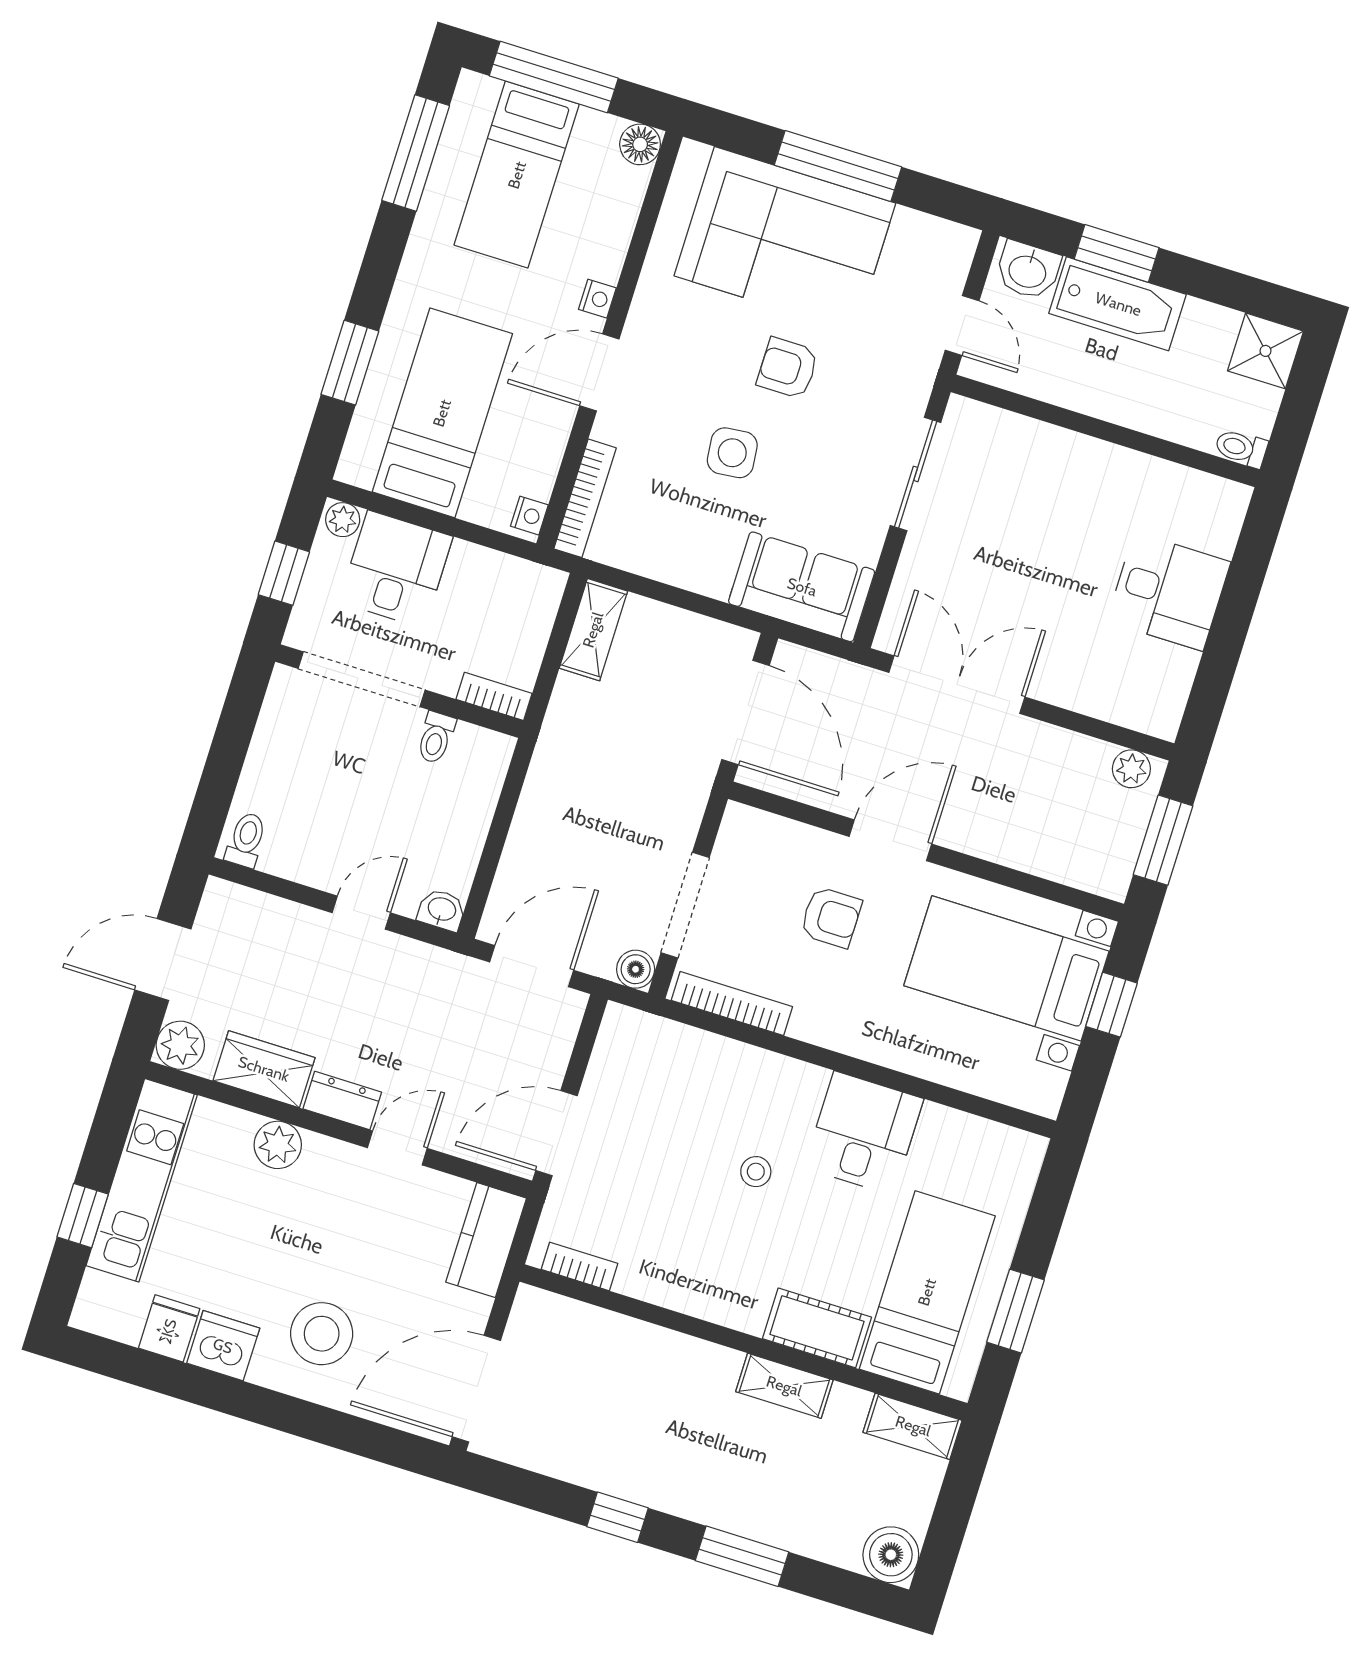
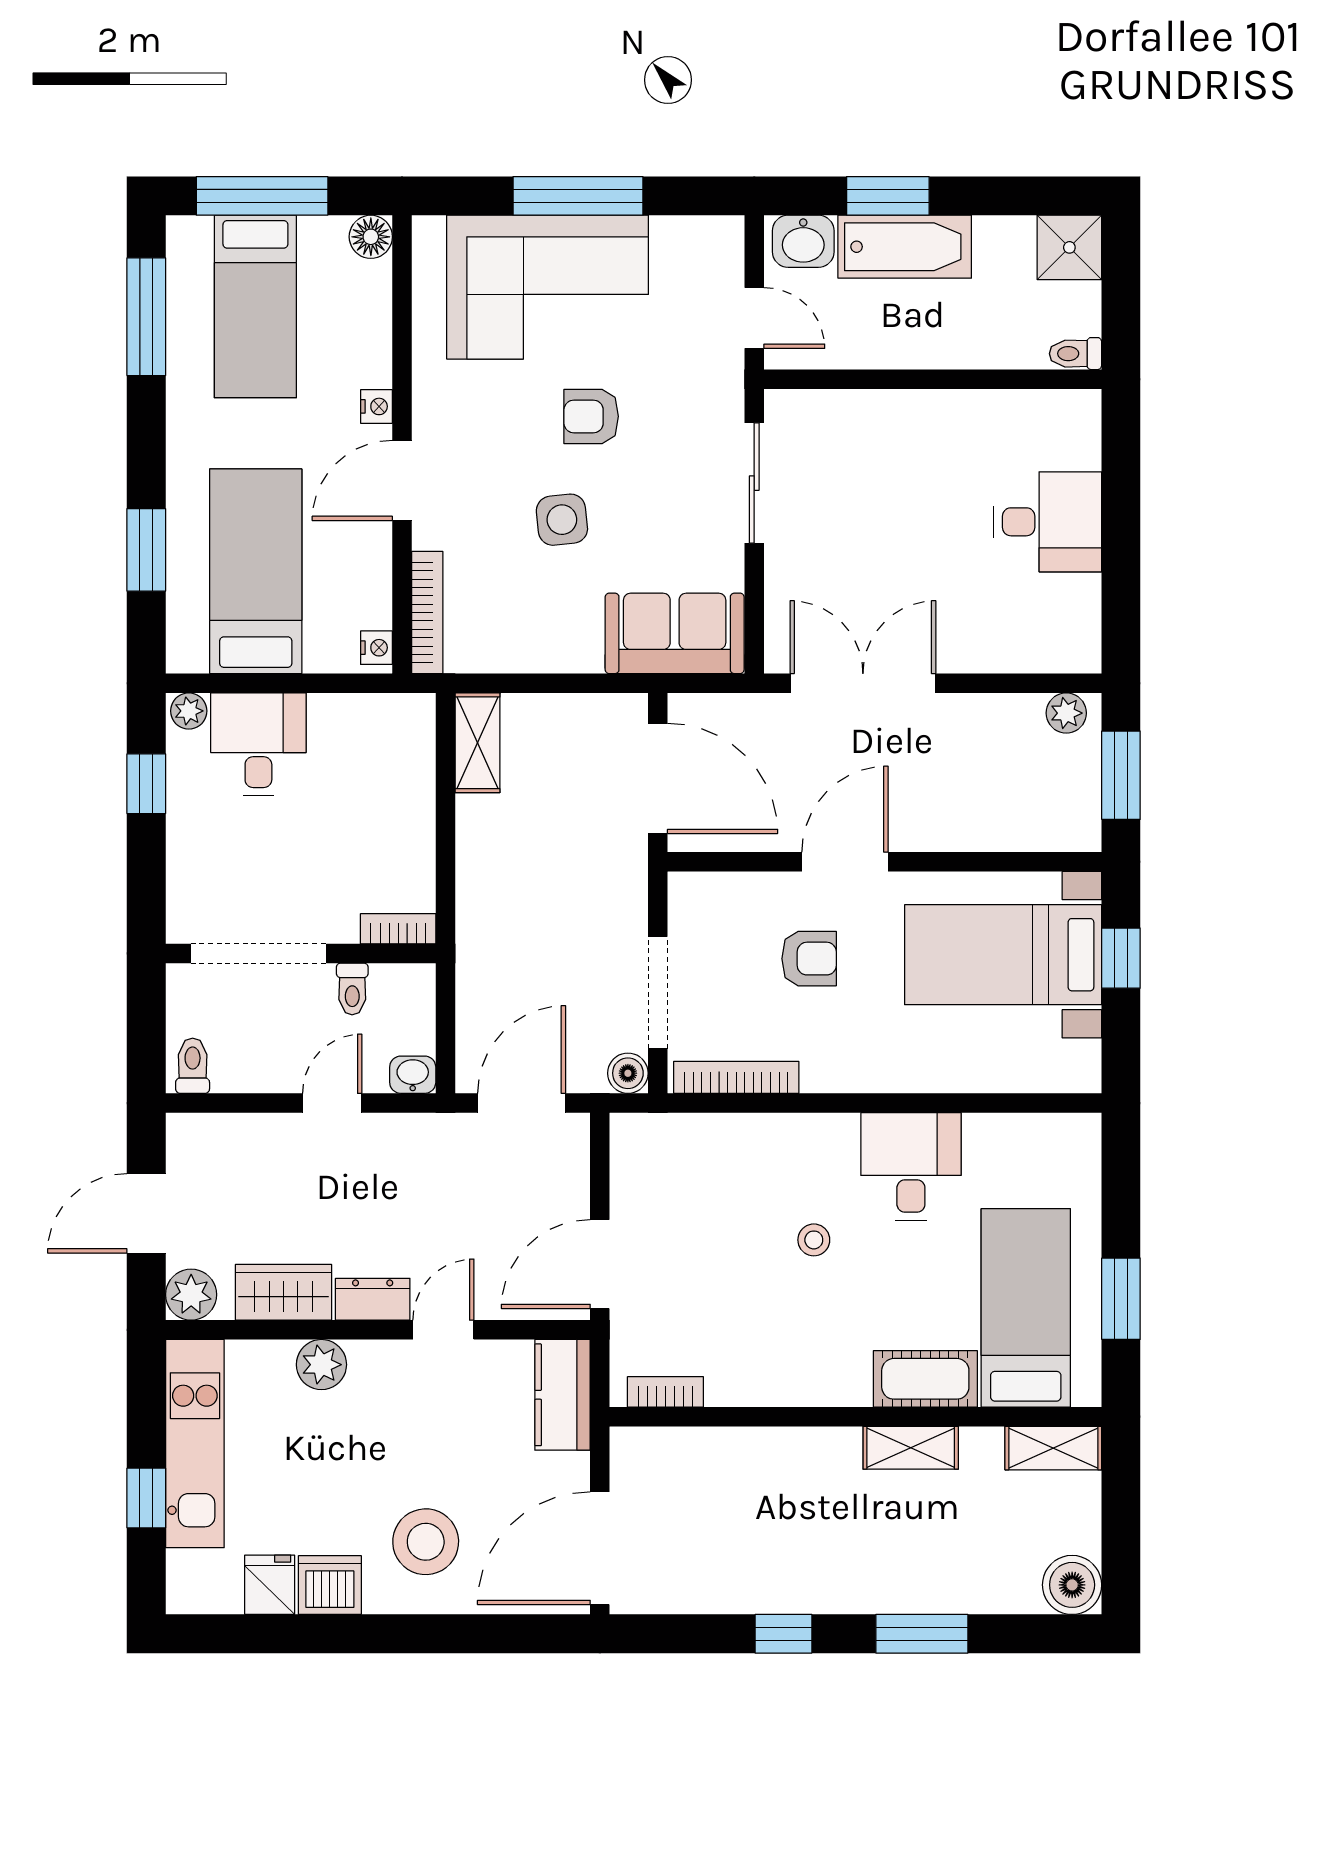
doorway: (362, 679) -> (259, 953), moved
wall: (399, 691) -> (301, 953), moved
bookcase: (494, 696) -> (398, 929), moved
toilet: (436, 738) -> (352, 989), moved

